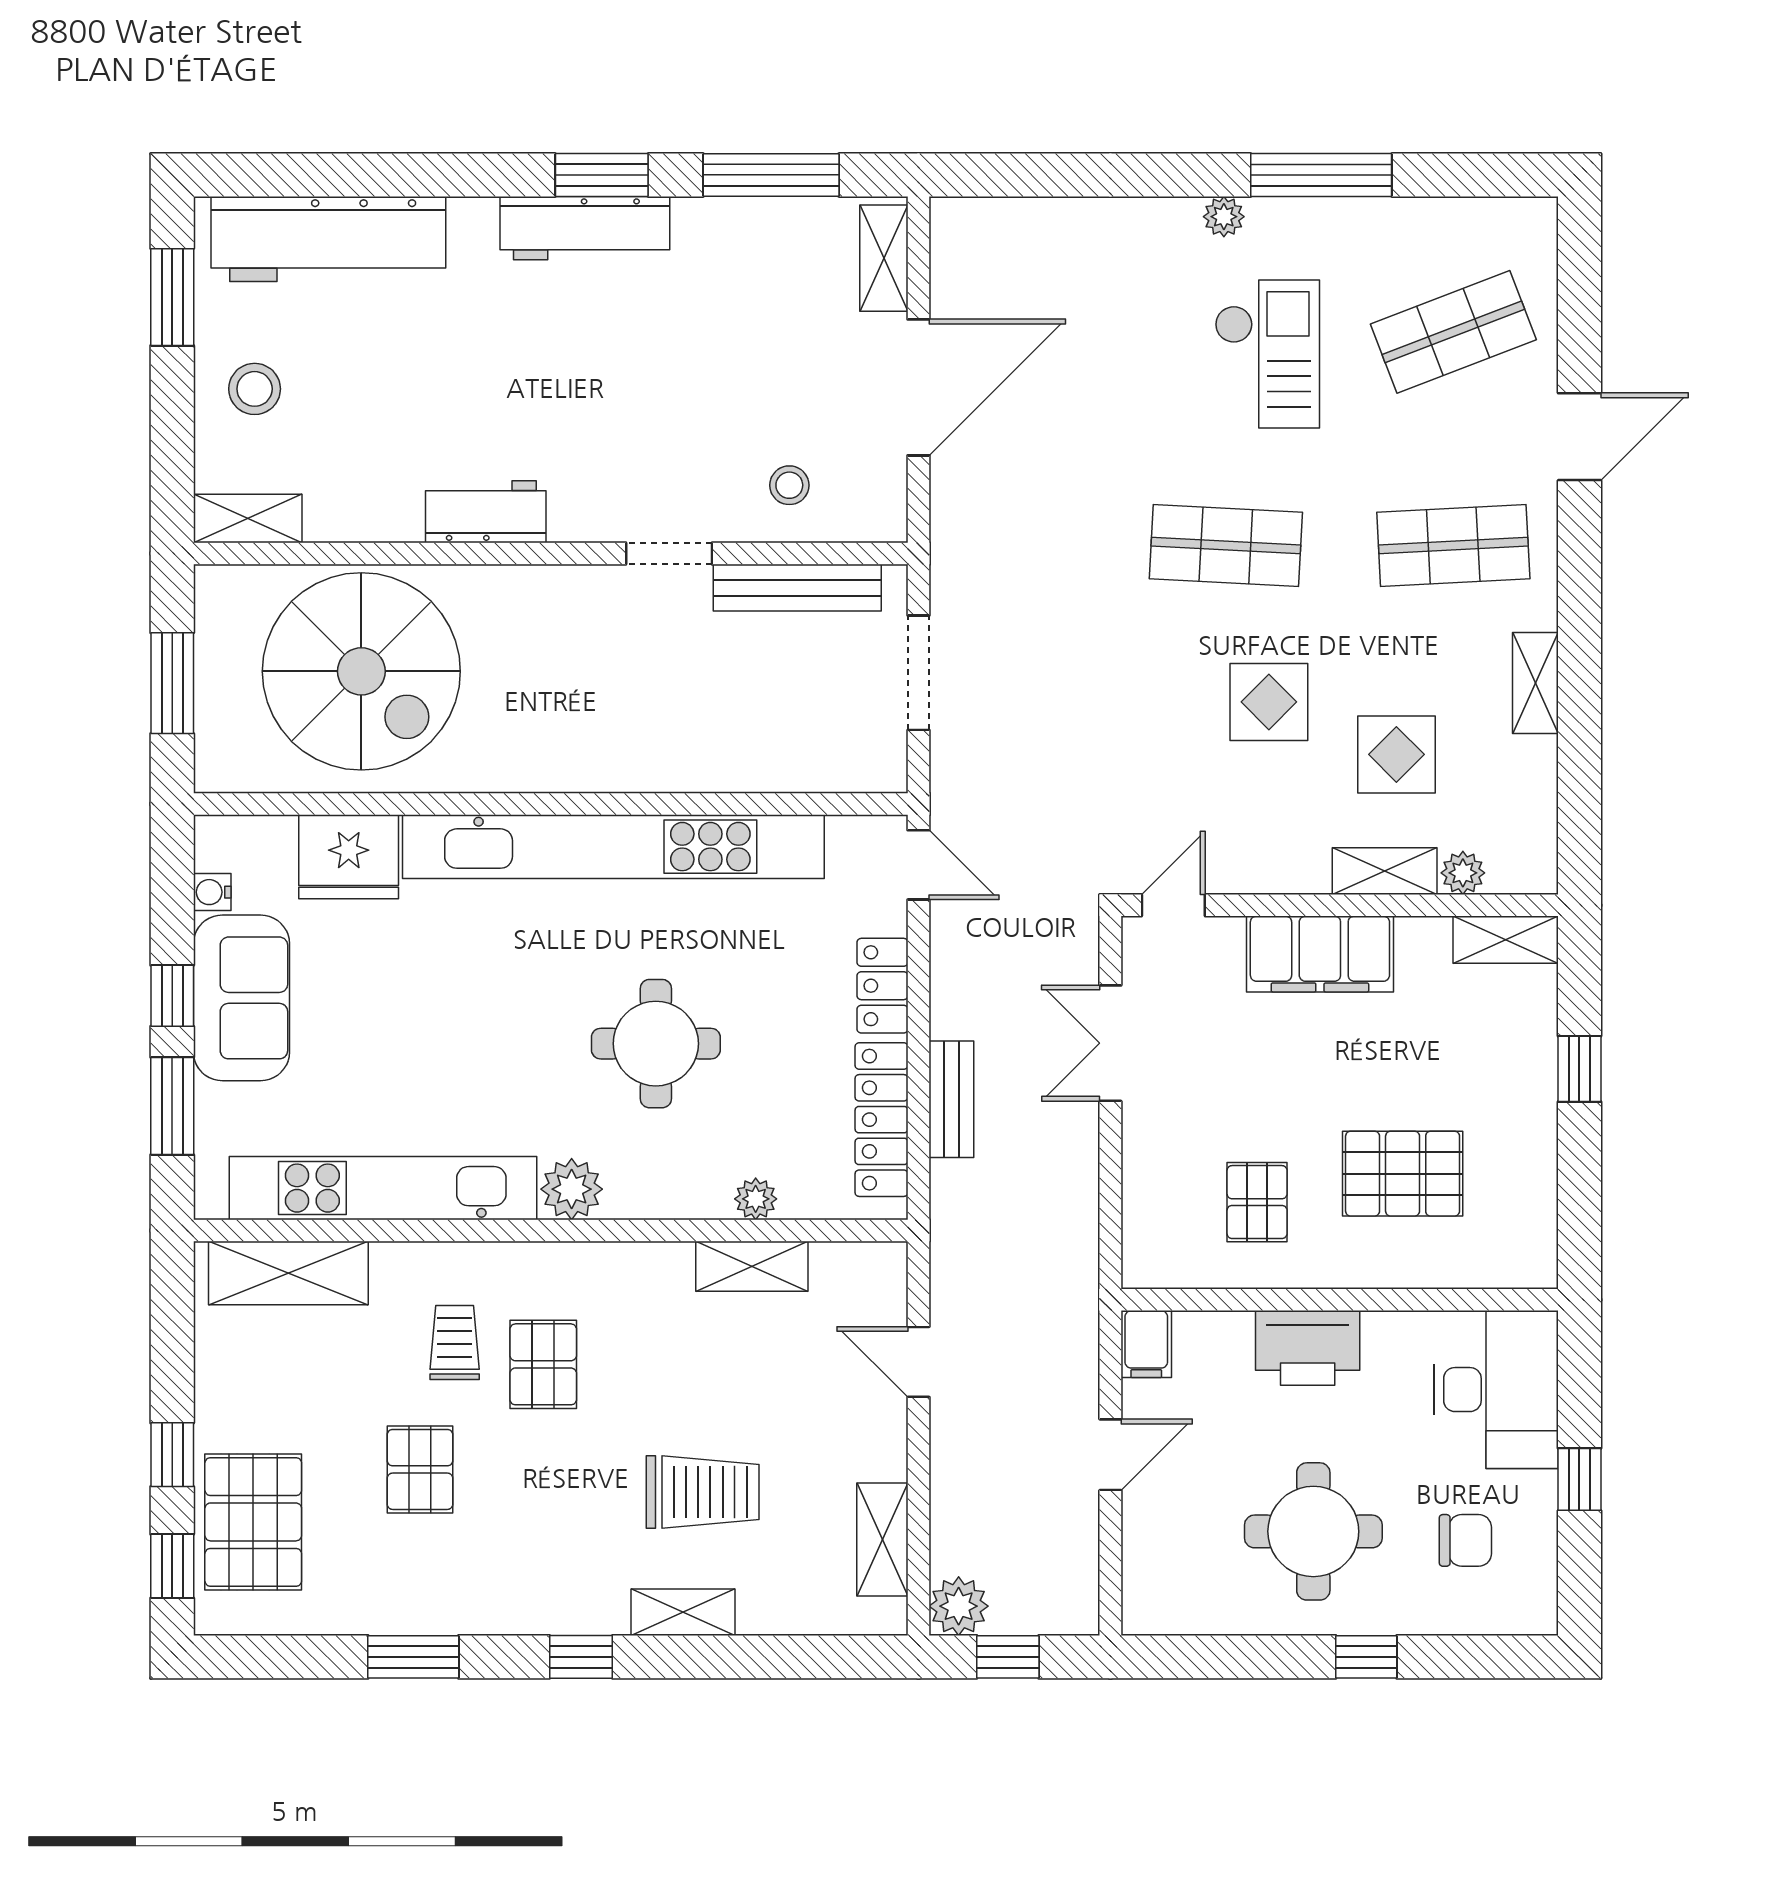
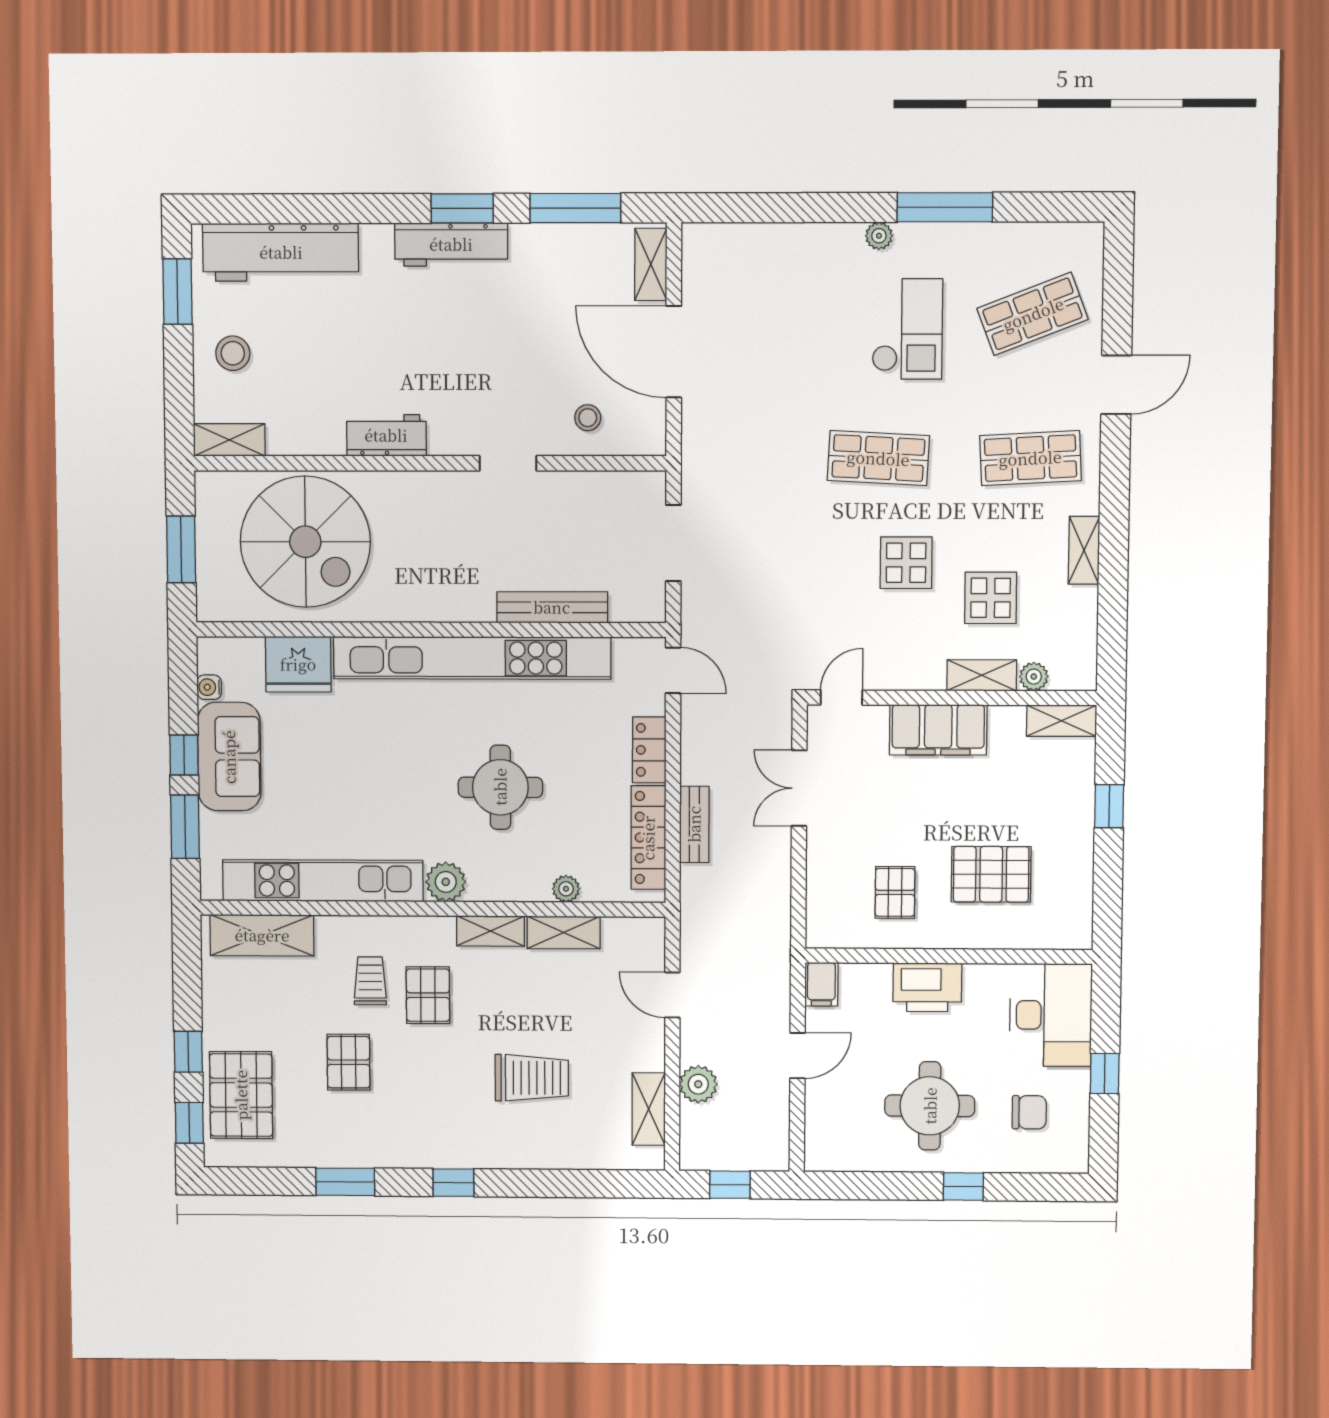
door: (918, 387) -> (674, 352), swing flipped
bench: (797, 588) -> (552, 607), moved
plant: (959, 1606) -> (698, 1084), moved
shelving: (683, 1612) -> (490, 931), moved

